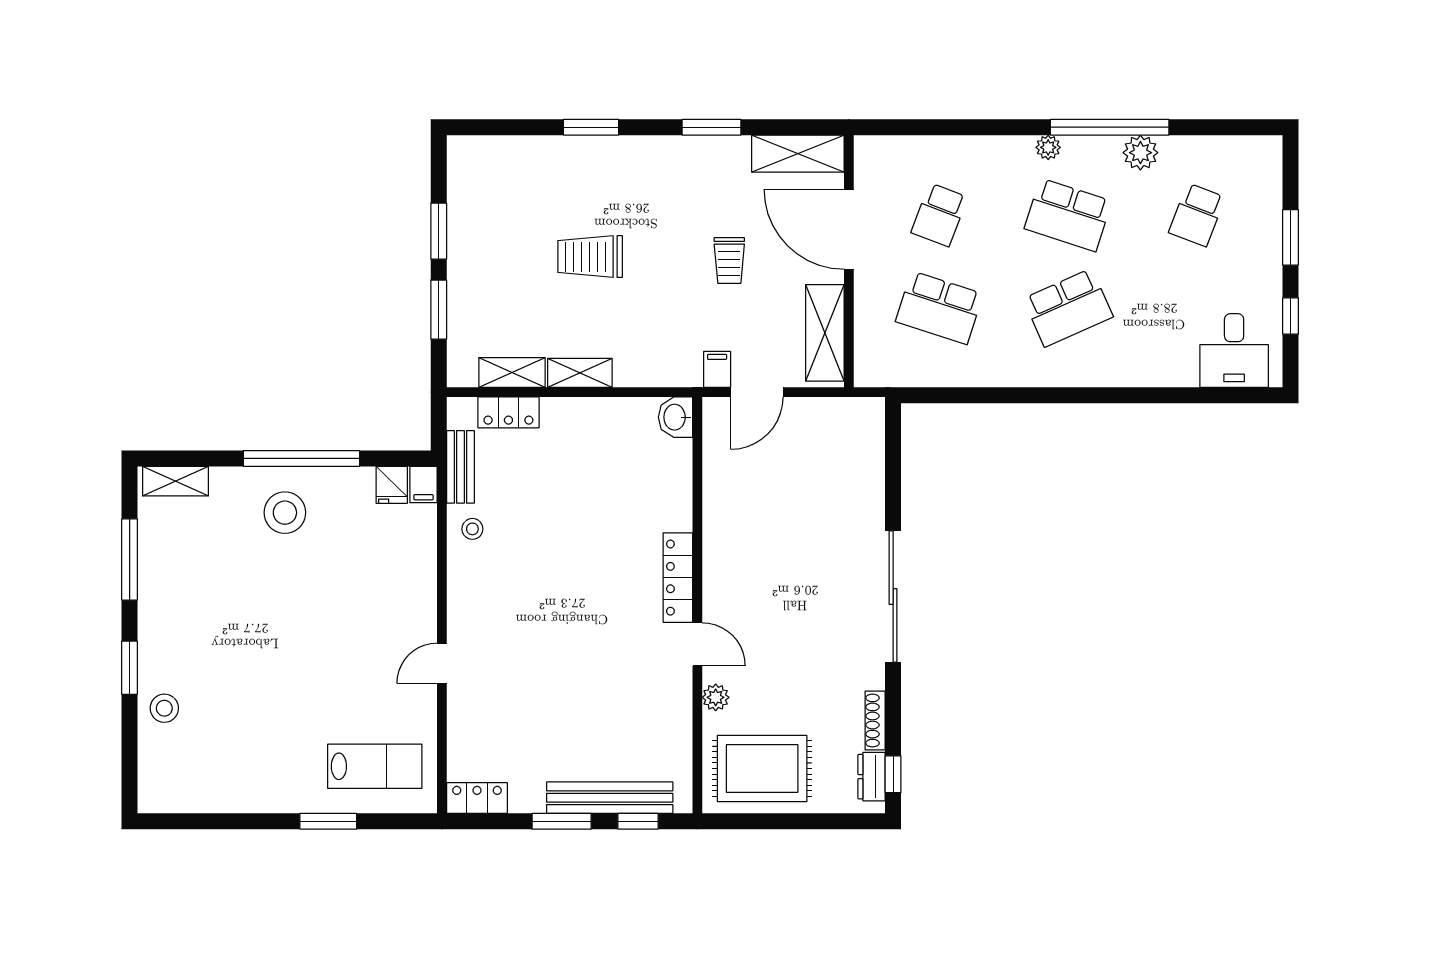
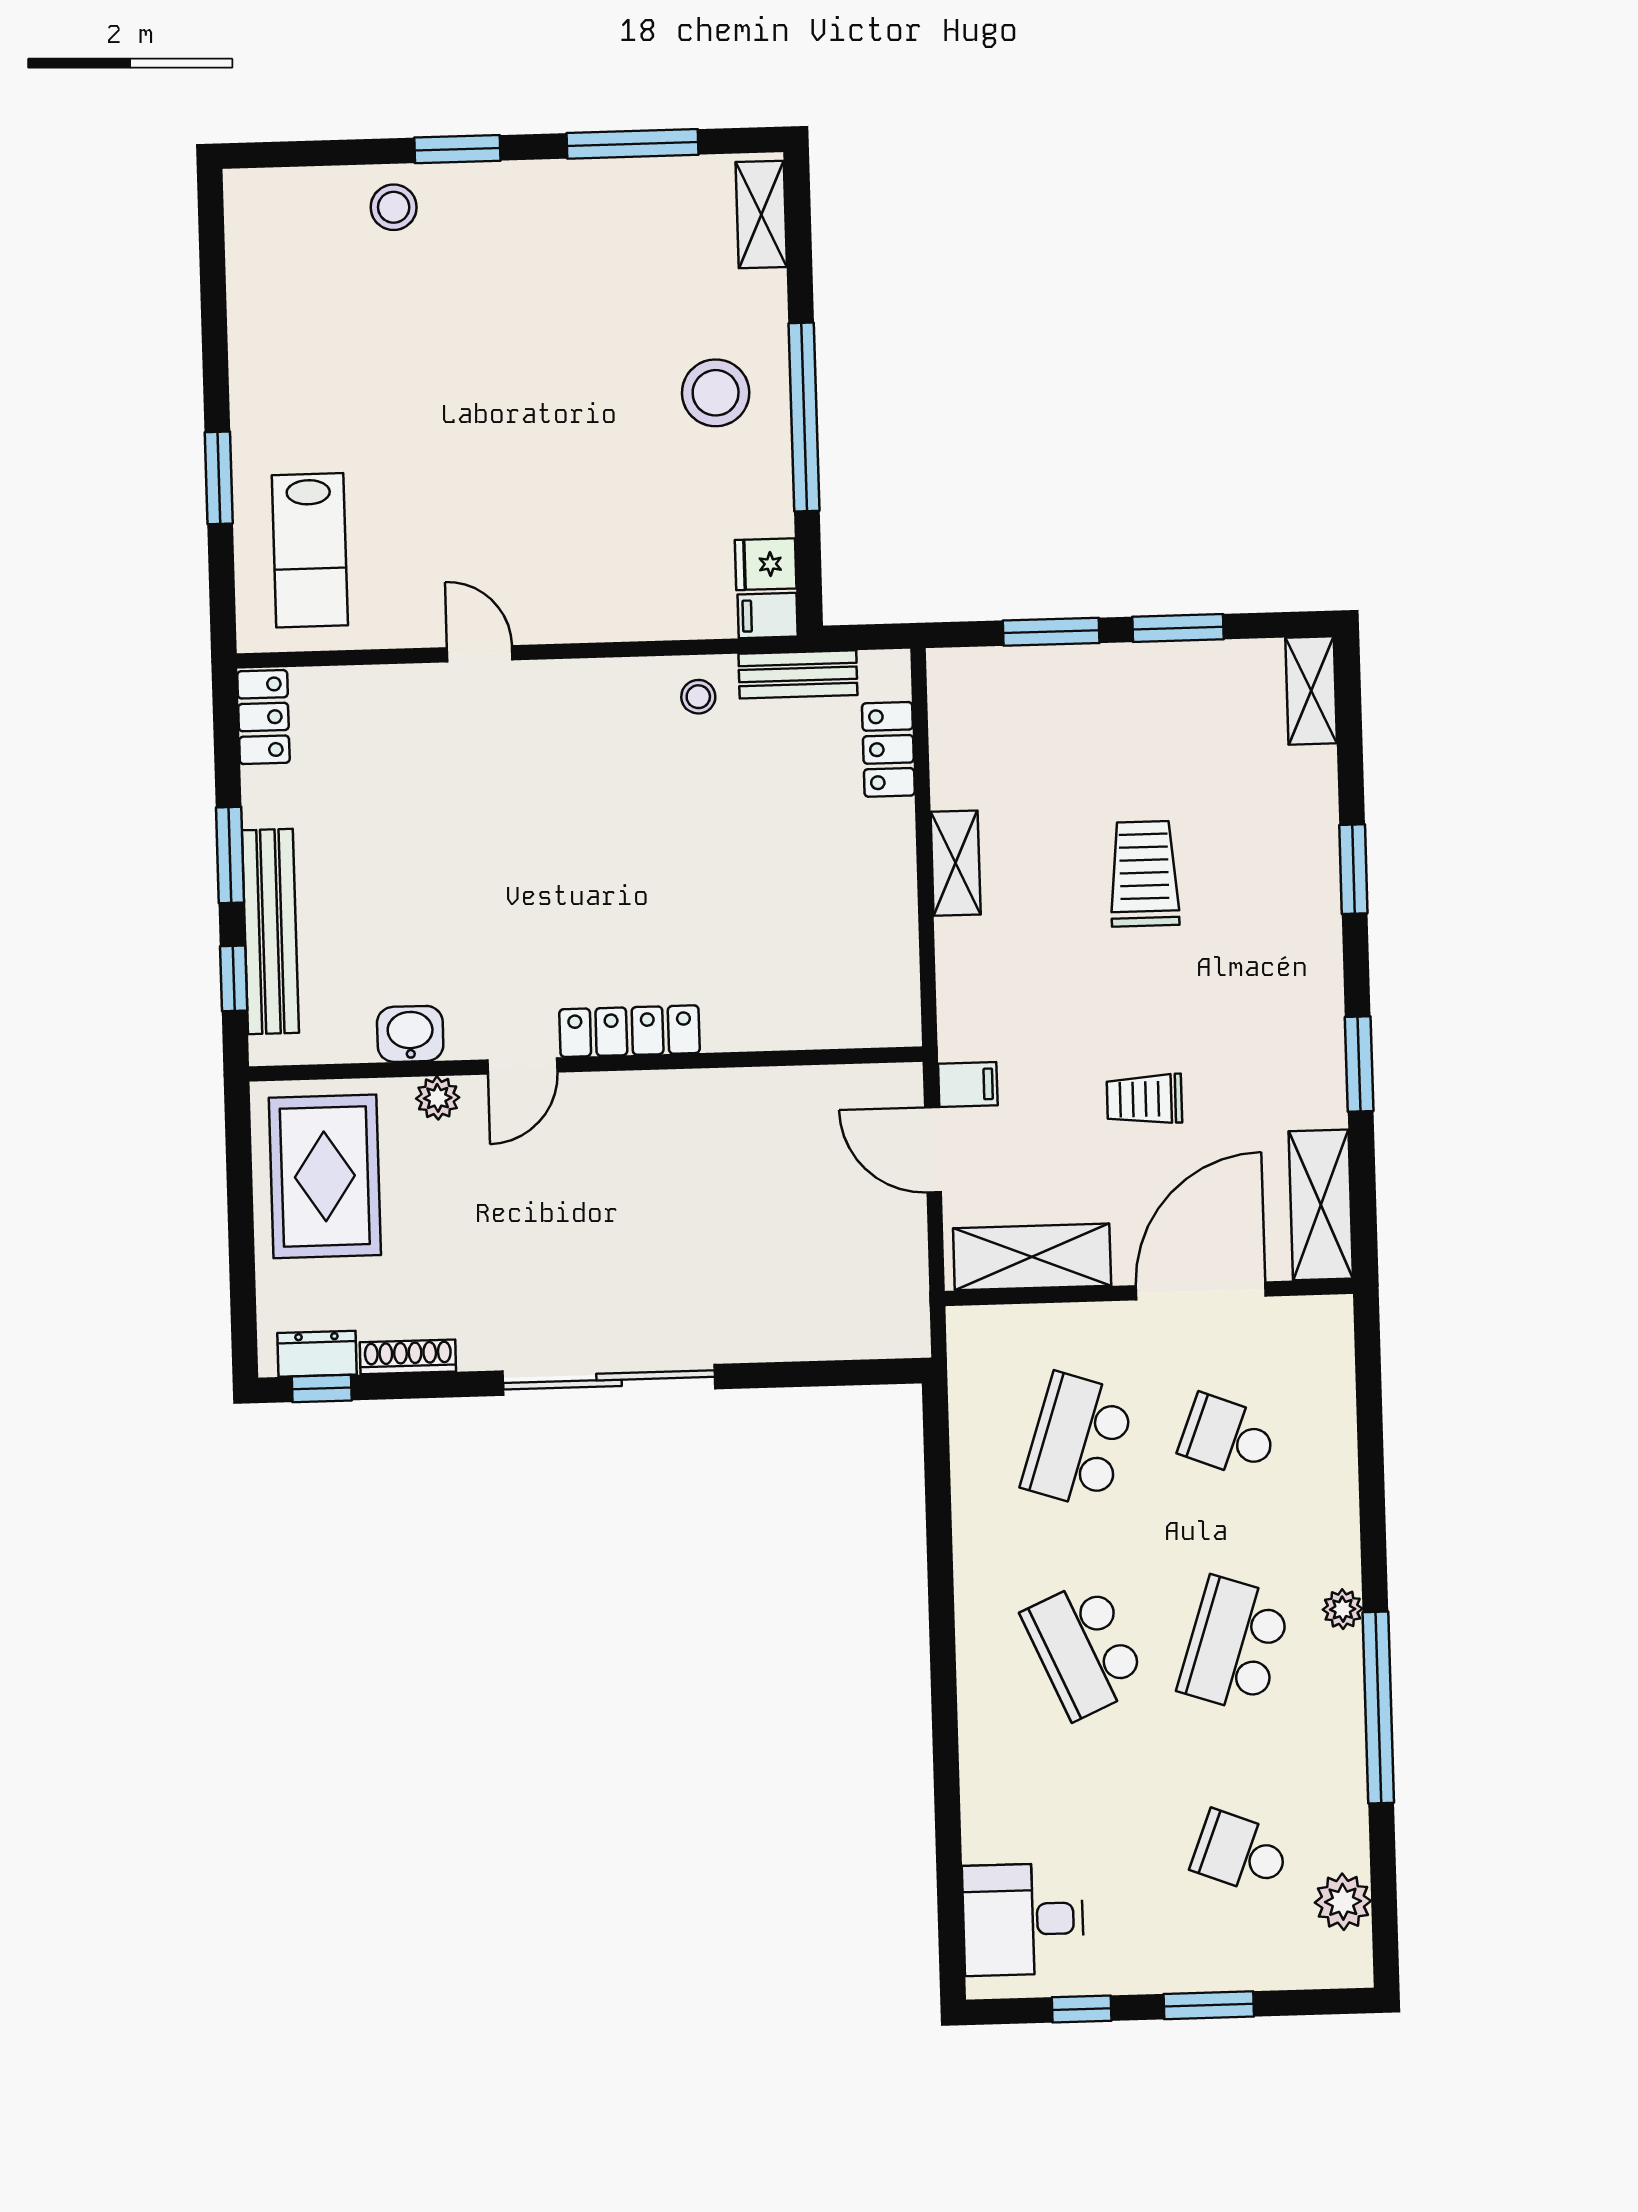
plant: (1140, 153) -> (1343, 1902), moved
shelving: (512, 373) -> (1311, 690), moved
washbasin: (676, 417) -> (410, 1034), moved

